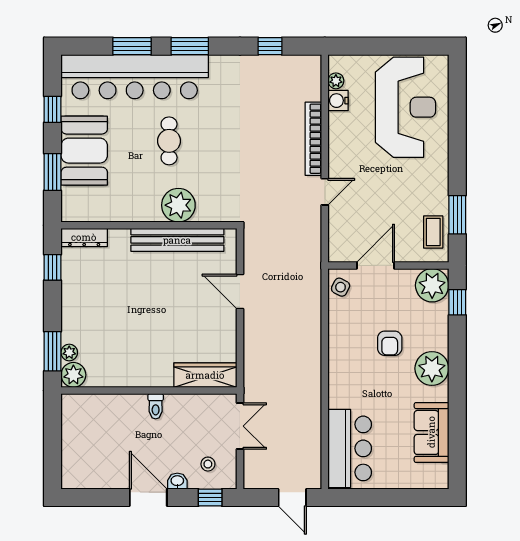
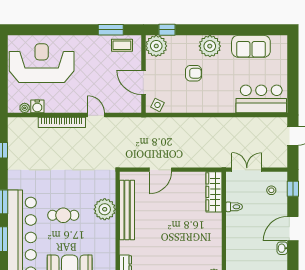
toilet: (156, 406) -> (234, 207), moved
washbasin: (177, 481) -> (282, 248), moved

